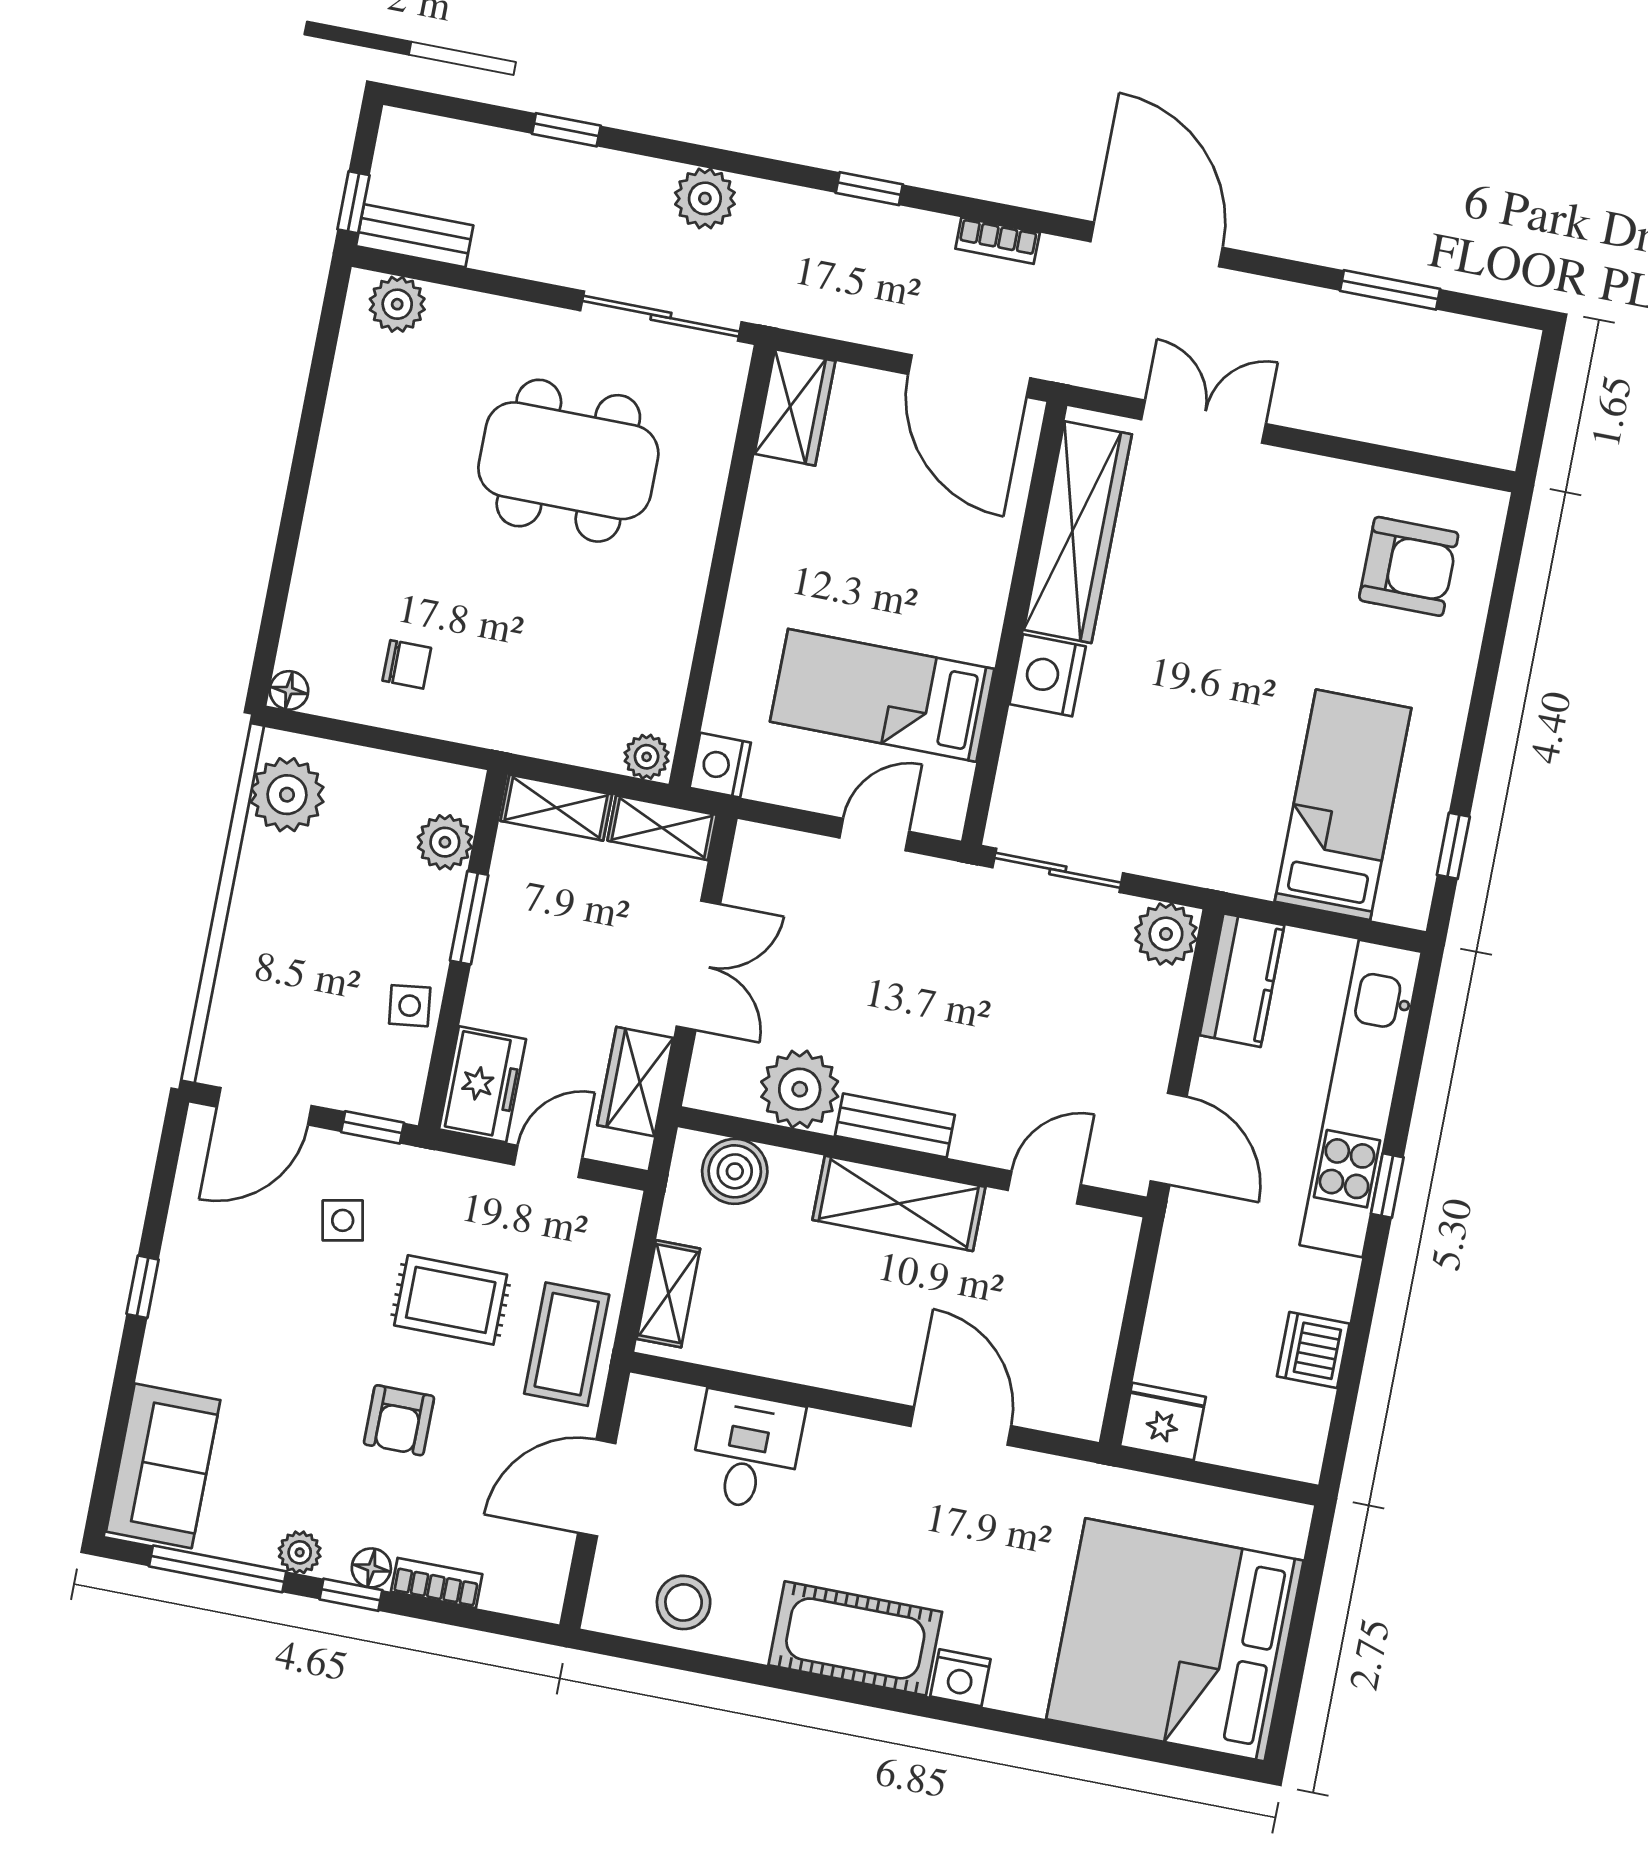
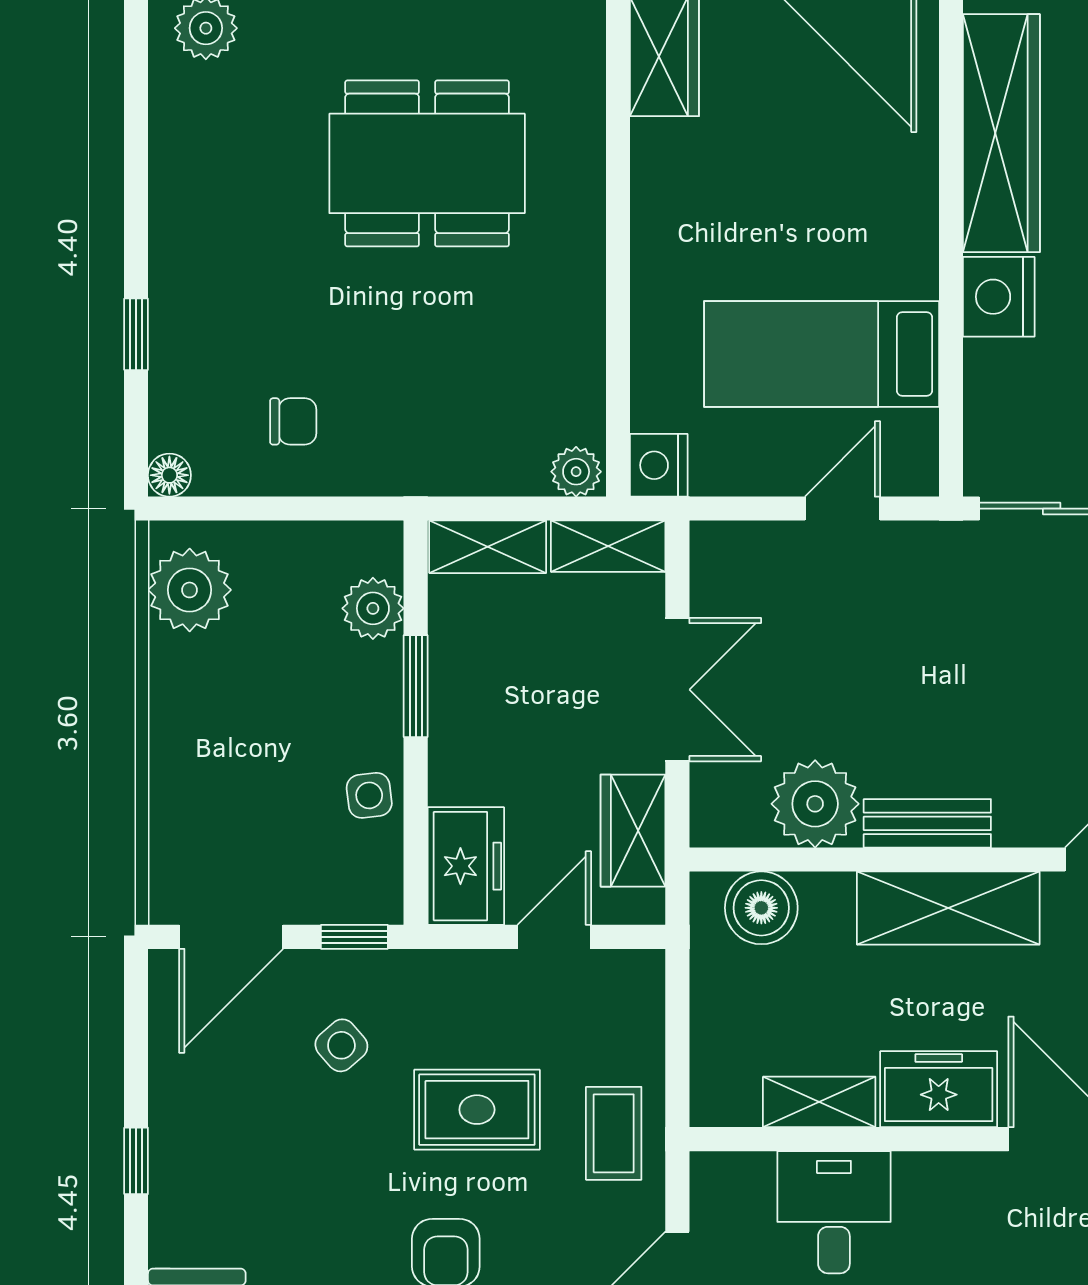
window: (284, 561) -> (136, 334), added
side table: (343, 1220) -> (341, 1045), turned -30
shelving: (668, 1294) -> (819, 1102), moved, turned 90
coffee table: (567, 1344) -> (614, 1133), width x0.73, depth x0.77
freezer: (860, 1361) -> (939, 1089), added

